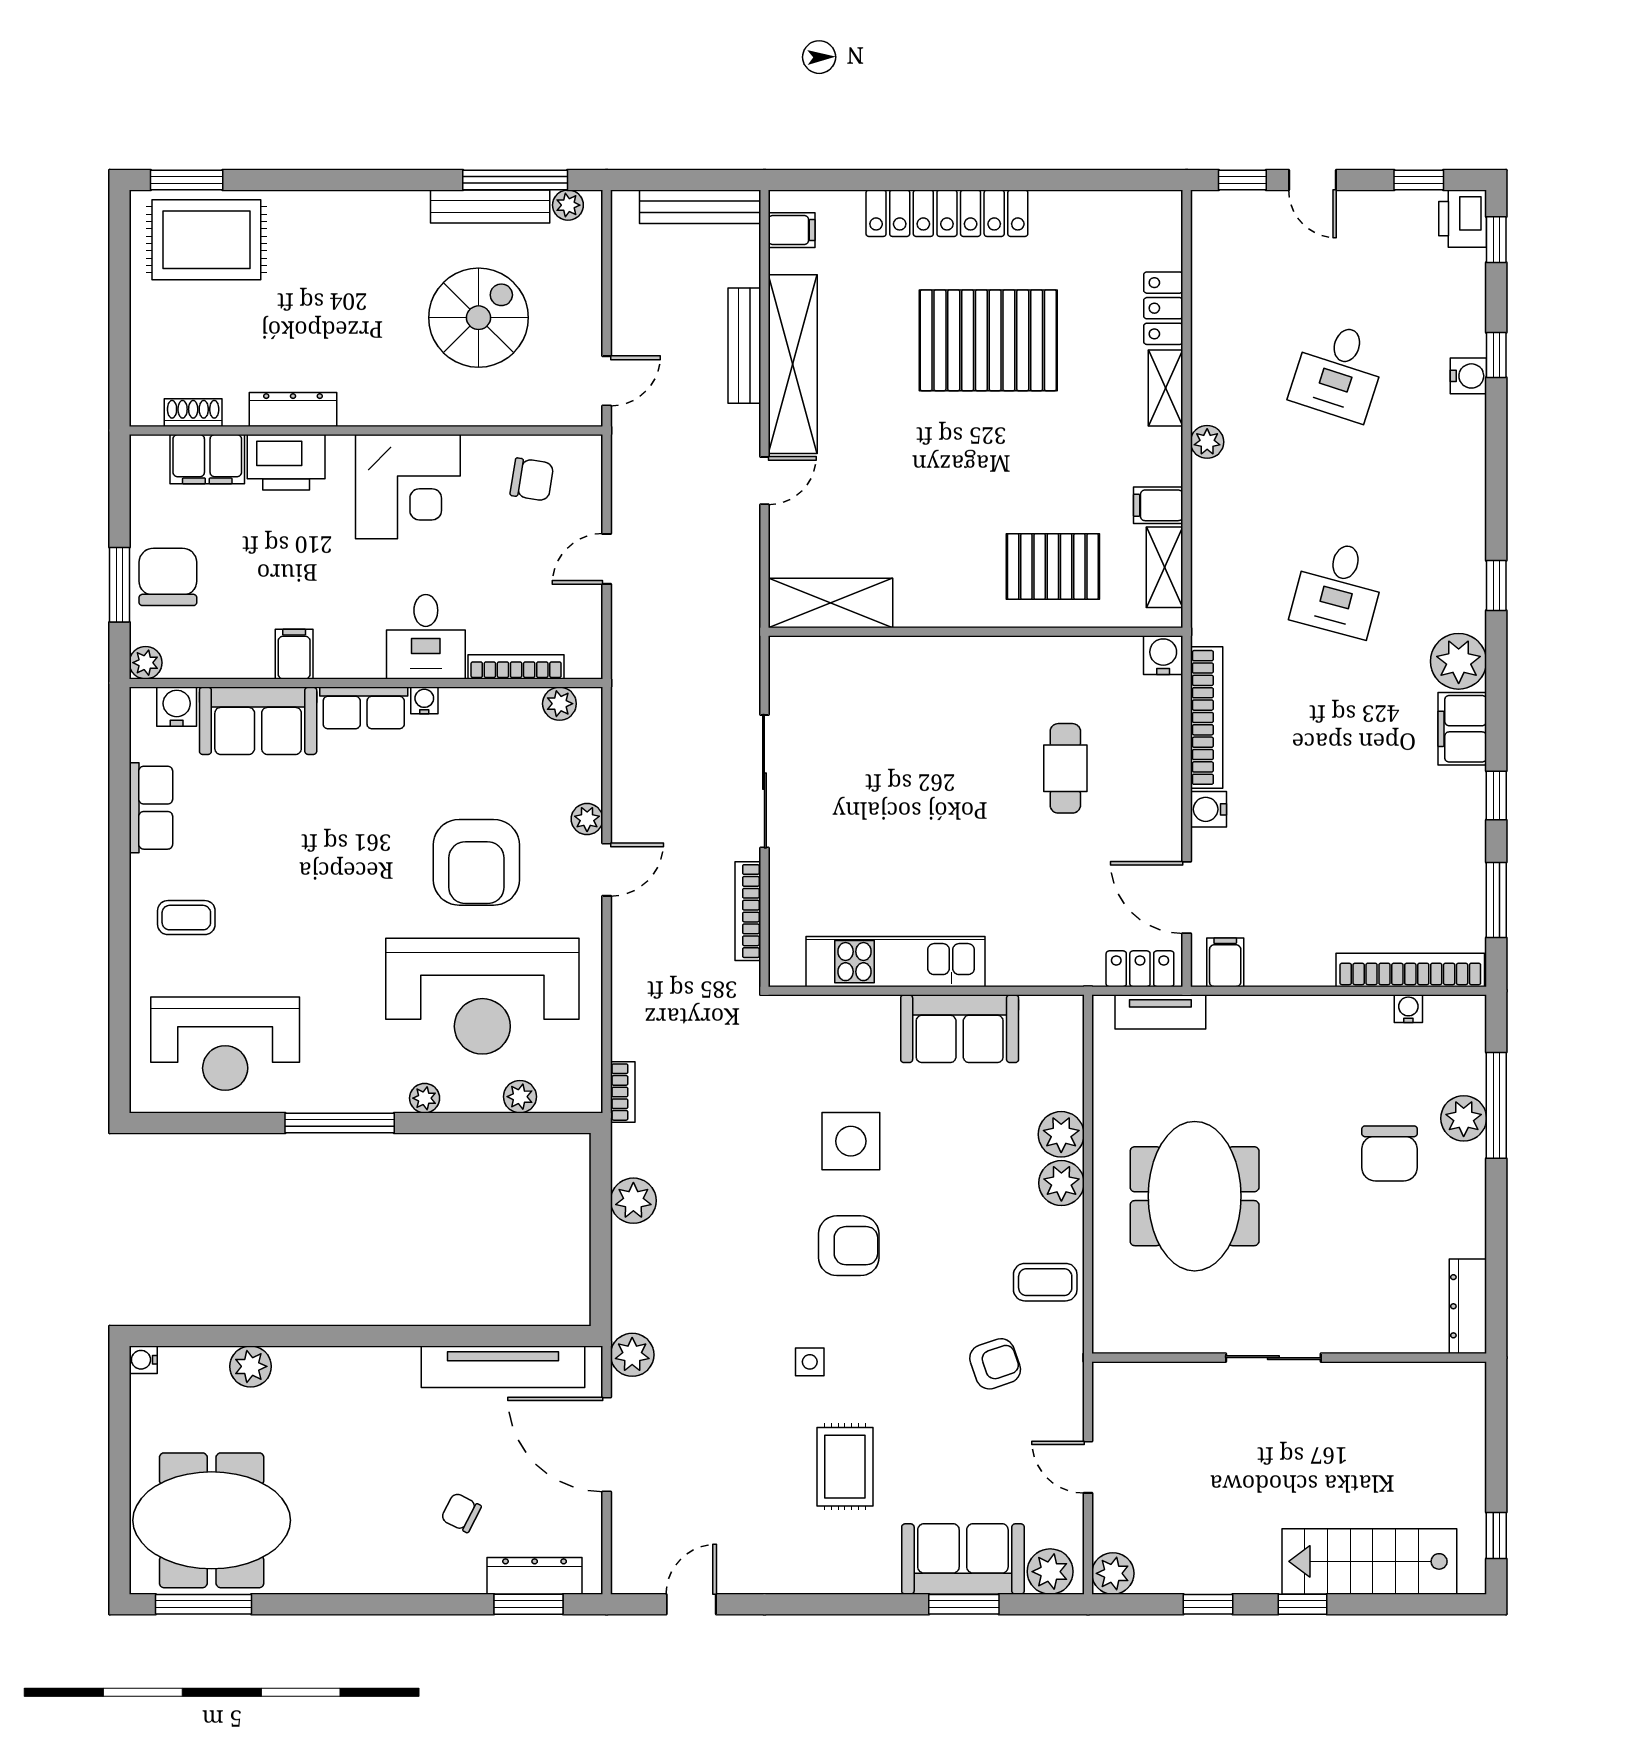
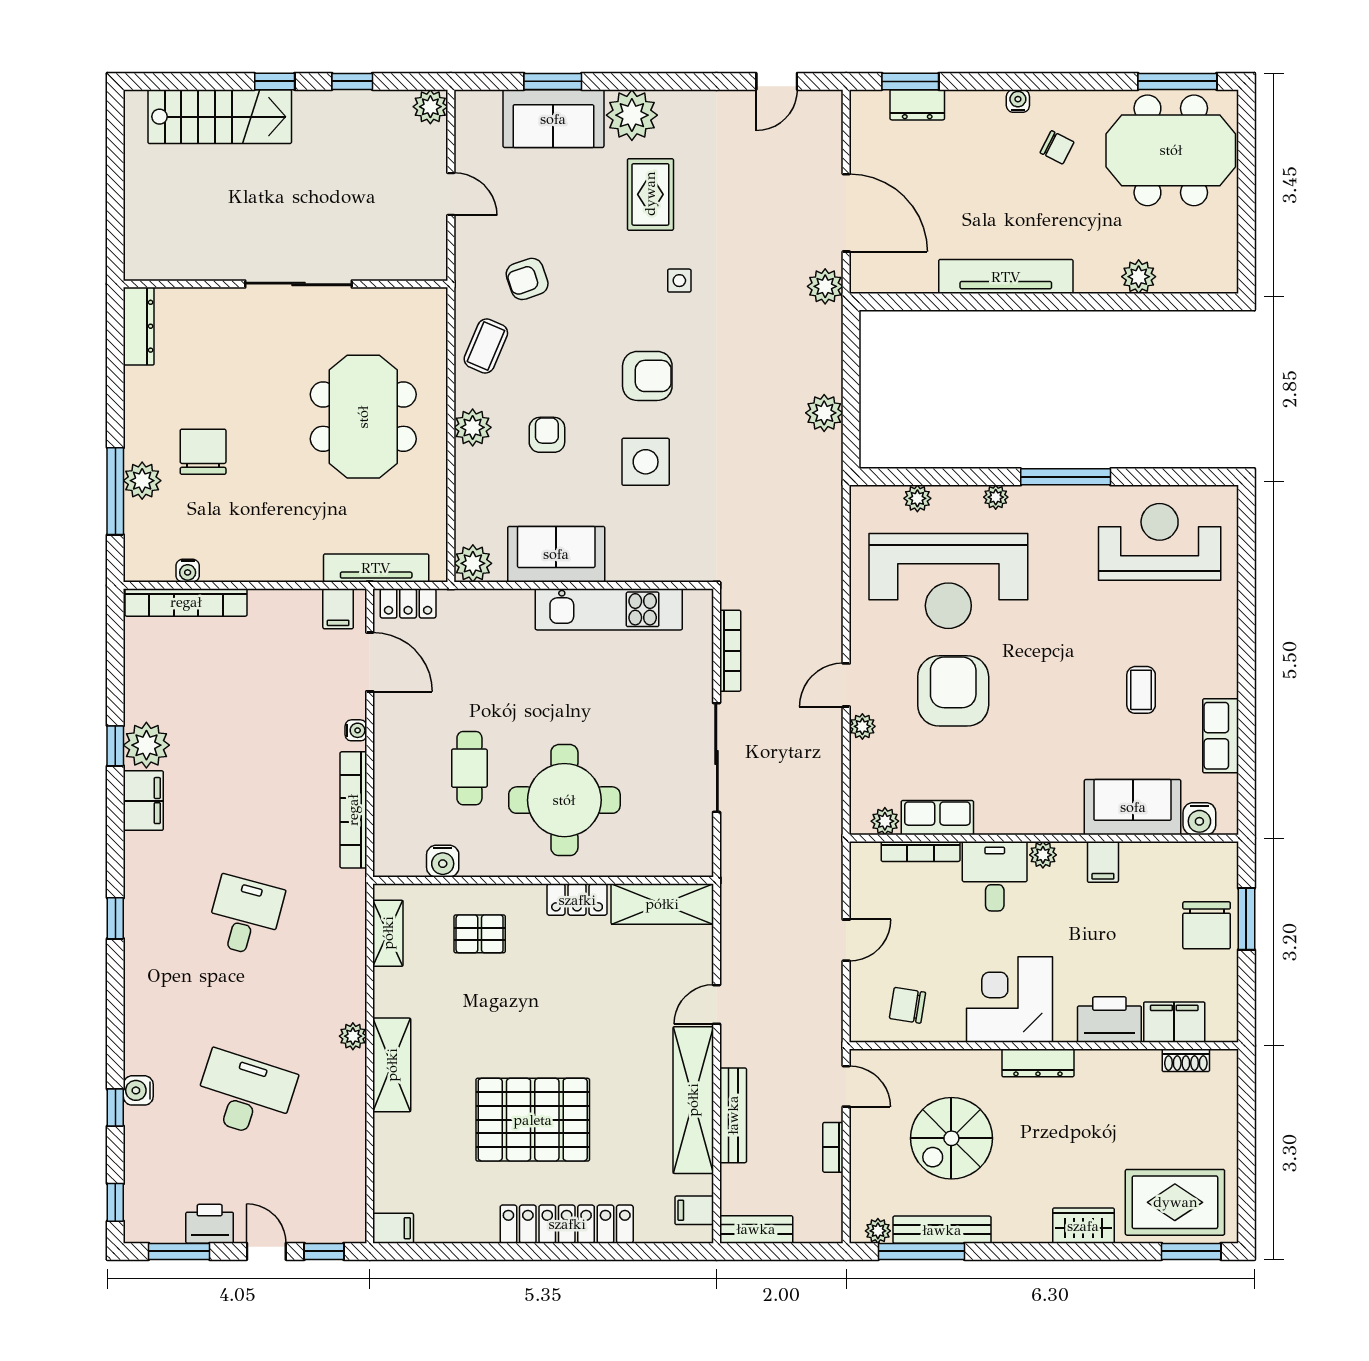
window: (1419, 180) -> (179, 1251), width x1.50
bench: (700, 207) -> (756, 1229), width x0.73
wardrobe: (318, 211) -> (1083, 1226), added
printer: (1463, 219) -> (210, 1224), moved, turned -90
locker: (1163, 308) -> (577, 900), moved, turned 90
desk: (1339, 371) -> (245, 1094), width x1.37
door: (607, 381) -> (846, 1086), swing flipped
shelving: (1166, 388) -> (392, 1065), width x1.50, depth x1.33
dresser: (293, 409) -> (1038, 1063), moved
filing cabinet: (1158, 505) -> (393, 1228), moved
pallet: (1053, 567) -> (480, 934), width x0.67, depth x0.71
water cooler: (1163, 655) -> (443, 861), moved
plant: (1459, 661) -> (146, 745), moved
plant: (146, 663) -> (1043, 855), moved
water cooler: (424, 700) -> (996, 824), removed
row of seats: (364, 708) -> (937, 818), moved
round table: (950, 729) -> (564, 800), added
water cooler: (1208, 809) -> (356, 730), width x0.72, depth x0.72
window: (1496, 900) -> (115, 660), removed
coffee table: (186, 918) -> (1141, 690), moved, turned 90
reception desk: (482, 996) -> (948, 581), turned 180
tv unit: (1160, 1012) -> (376, 568), width x1.41
bookcase: (623, 1092) -> (833, 1147), moved
plant: (1061, 1134) -> (473, 563), moved
armchair: (971, 1174) -> (547, 435), added
armchair: (849, 1246) -> (647, 376), turned 180
coffee table: (1045, 1282) -> (486, 346), turned -67
sliding door: (1273, 1358) -> (299, 284), width x1.37
water cooler: (143, 1360) -> (1018, 101), moved, turned -90
tv unit: (503, 1367) -> (1006, 277), moved
chair: (461, 1513) -> (1057, 147), moved
window: (1496, 1536) -> (115, 138), removed
plant: (1050, 1572) -> (632, 115), moved, width x1.36, depth x1.36
dresser: (535, 1576) -> (917, 105), width x0.70

